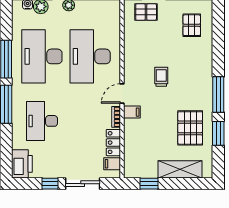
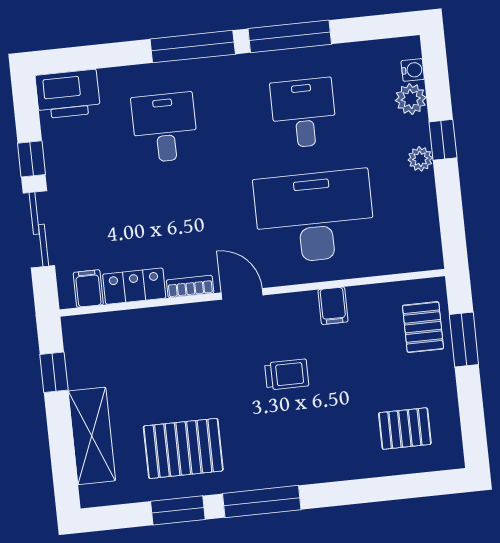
desk: (42, 56) -> (304, 113), width x0.53, depth x0.77
filing cabinet: (132, 112) -> (333, 306), moved
desk: (42, 121) -> (165, 128), width x0.73

